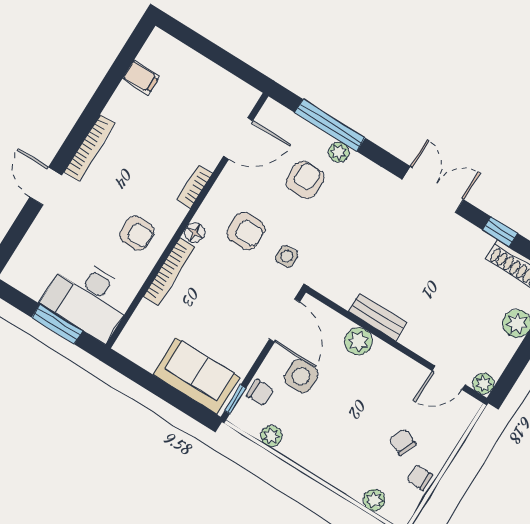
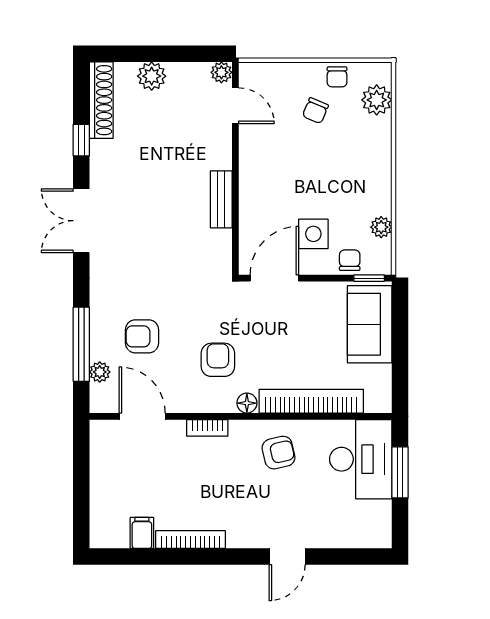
bookcase: (89, 148) -> (191, 540), moved
plant: (339, 152) -> (100, 372), moved
armchair: (137, 233) -> (279, 453), turned 77
side table: (287, 256) -> (218, 311), removed
bookcase: (169, 272) -> (311, 401), width x1.48, depth x1.31
plant: (358, 341) -> (252, 203), removed
plant: (374, 500) -> (377, 100), width x1.38, depth x1.38

